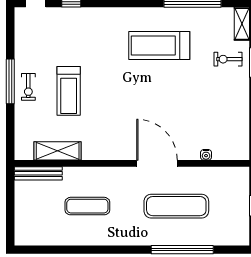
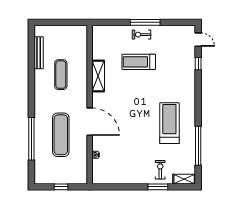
shelving: (58, 151) -> (98, 76), moved
door: (157, 163) -> (90, 122), hinge flipped
bench: (38, 173) -> (39, 53), moved

